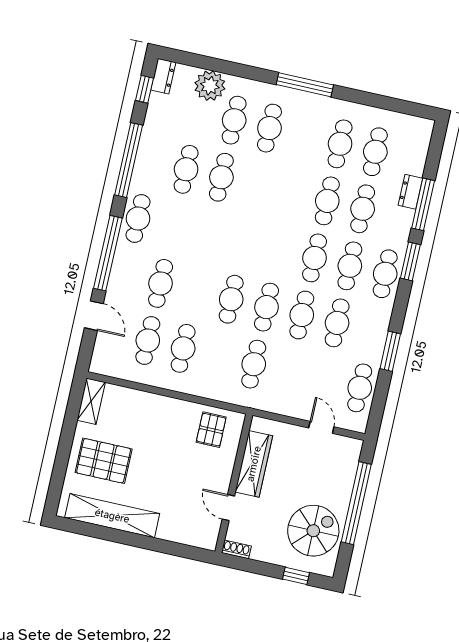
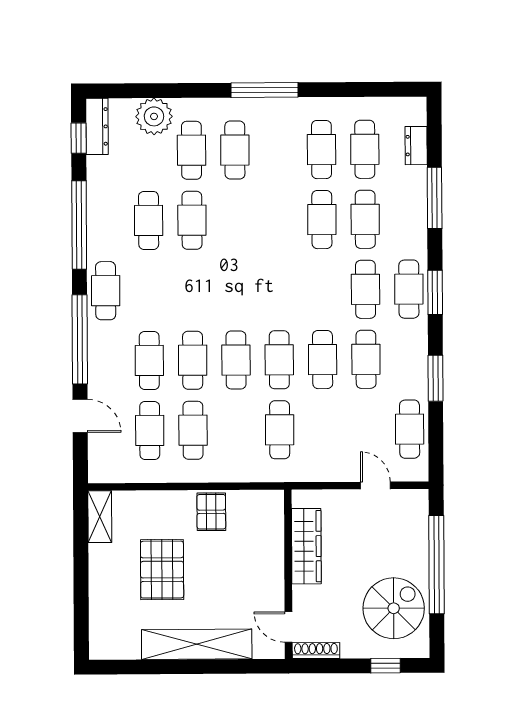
dresser: (163, 76) -> (97, 126), width x1.44
dresser: (410, 192) -> (416, 146), moved
cafe table: (315, 258) -> (193, 360), moved
window: (410, 261) -> (435, 292), moved
pallet: (211, 430) -> (211, 512), moved
pallet: (104, 461) -> (162, 570), moved, turned 90
door: (228, 508) -> (288, 627), moved
shelving: (112, 516) -> (197, 644), moved
shoe rack: (236, 549) -> (316, 651), width x1.43

